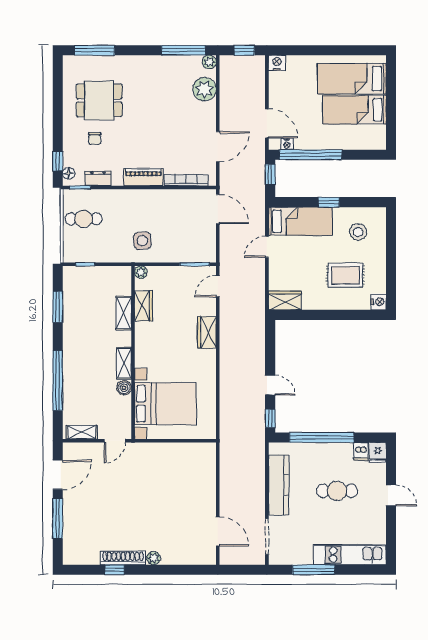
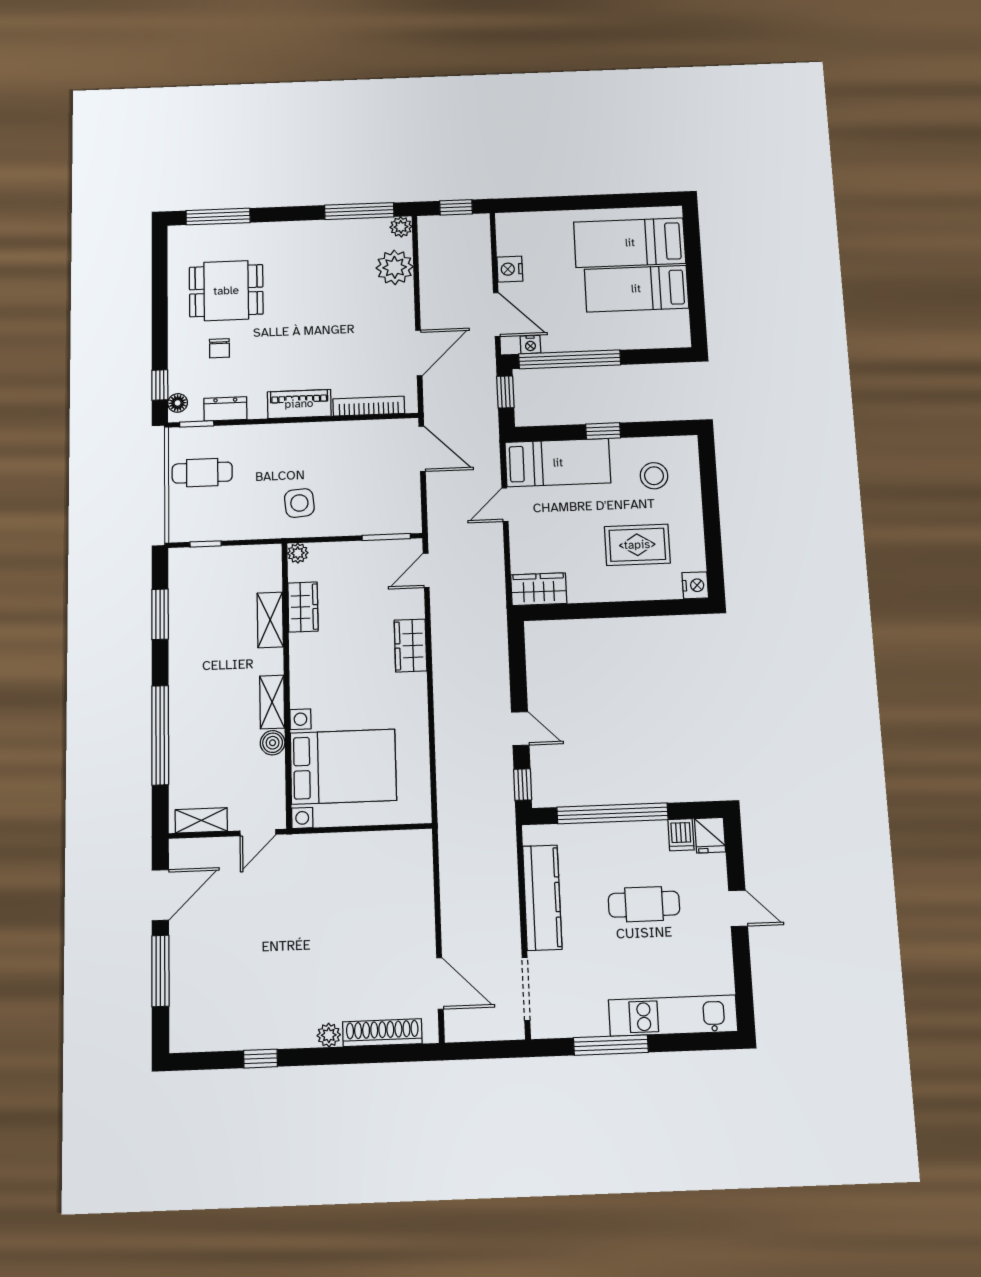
nightstand: (277, 63) -> (510, 269), moved, turned -90
shoe rack: (123, 558) -> (382, 1033), moved

